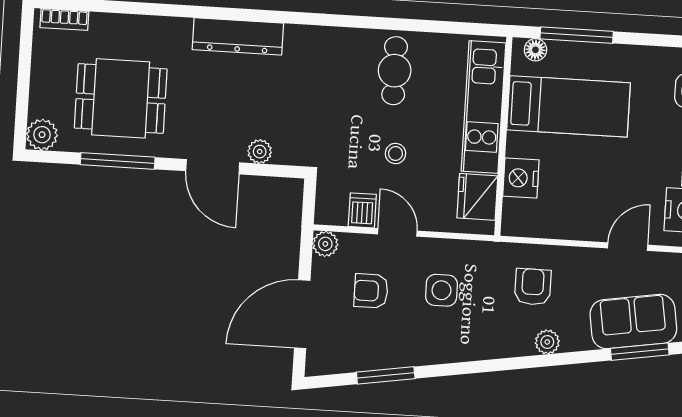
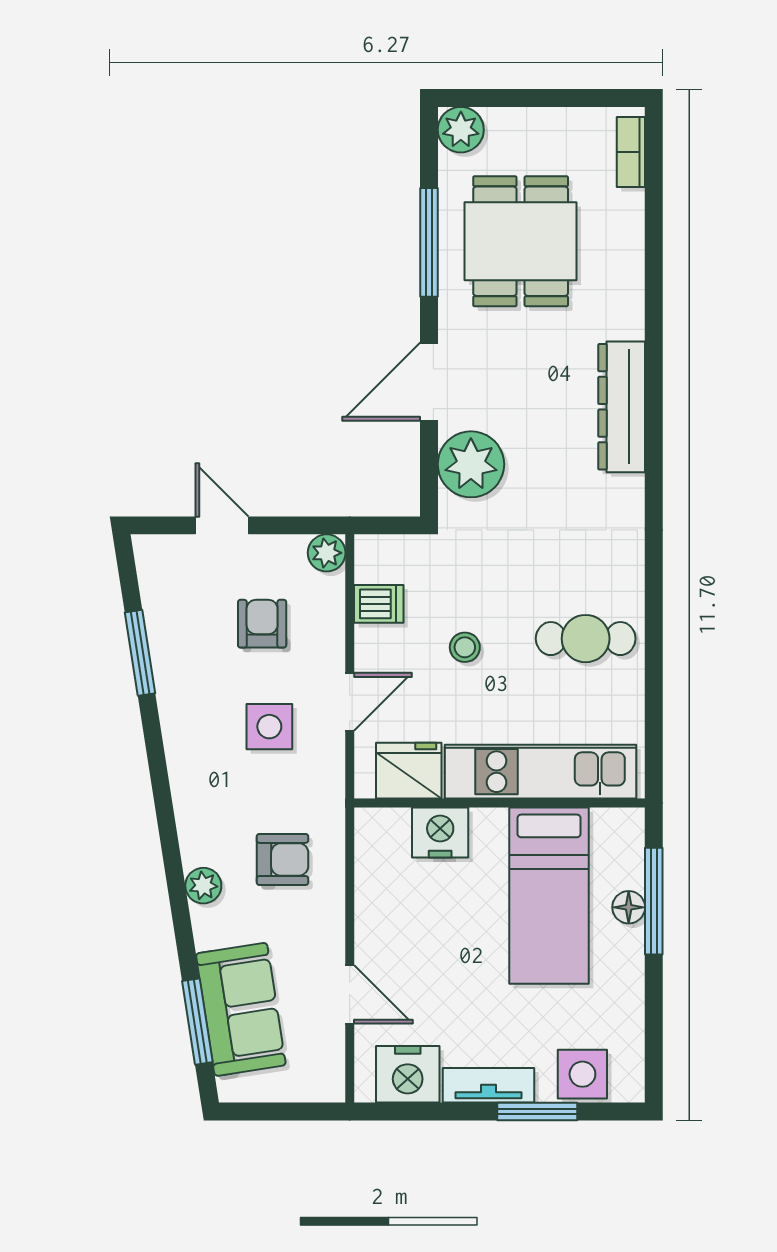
floor lamp: (535, 50) -> (629, 907), moved
plant: (260, 152) -> (471, 464), width x1.88, depth x1.88
door: (397, 232) -> (350, 702), moved
door: (302, 314) -> (222, 525), width x0.53

